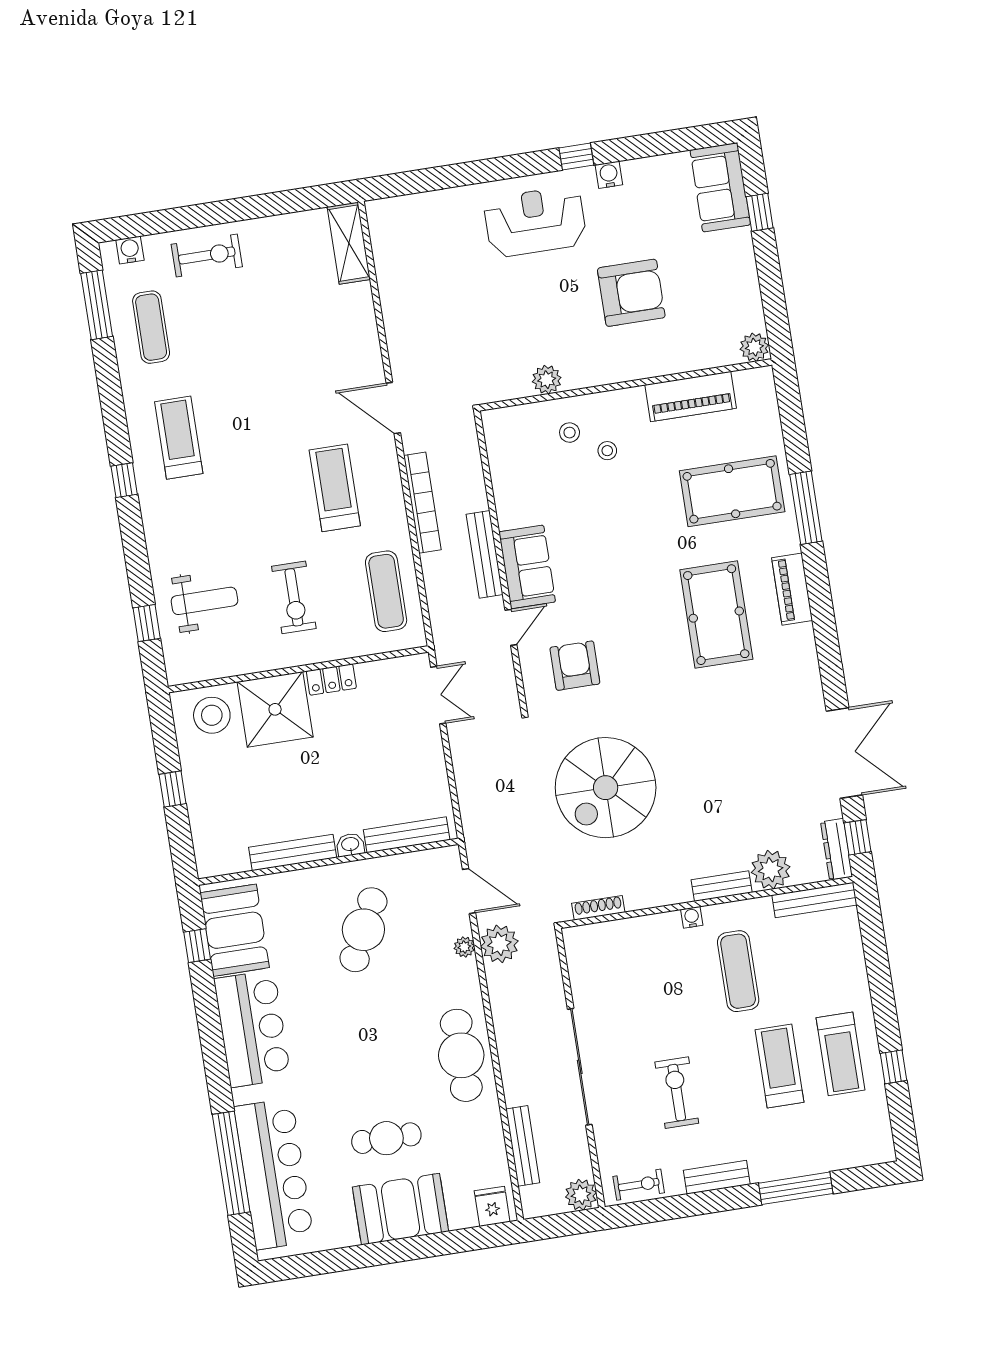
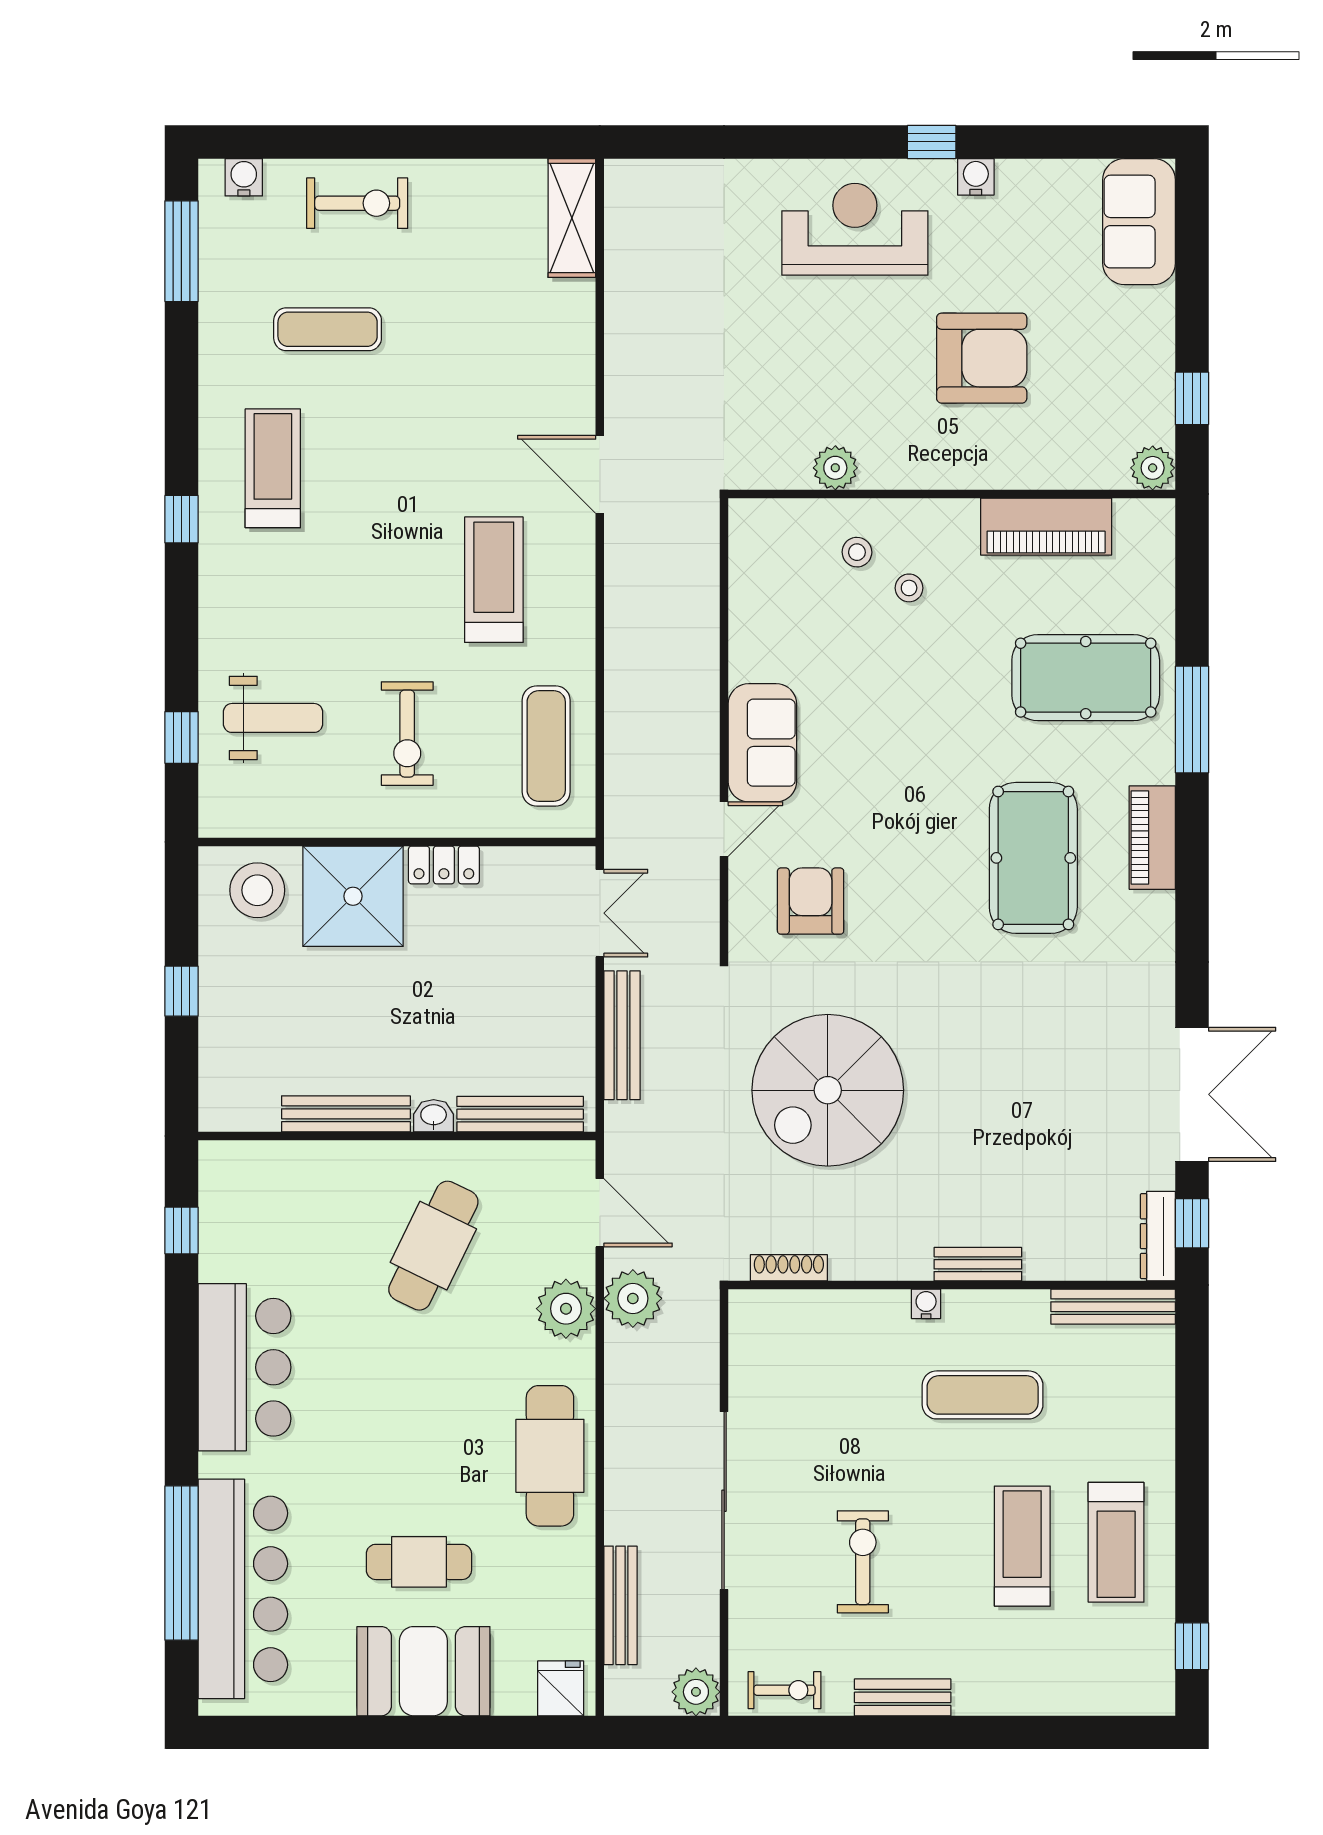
window: (760, 212) -> (1192, 398), moved
exercise mat: (151, 327) -> (328, 329), moved, turned 90
bookcase: (422, 503) -> (621, 622), removed
bench: (485, 554) -> (622, 1035), moved
plant: (771, 870) -> (1055, 1251), removed
booth: (235, 930) -> (241, 1216), removed
plant: (464, 947) -> (566, 1309), width x1.88, depth x1.88
exercise mat: (738, 971) -> (983, 1395), turned 90
window: (894, 1067) -> (1192, 1646), moved
window: (796, 1188) -> (1018, 1732), removed

